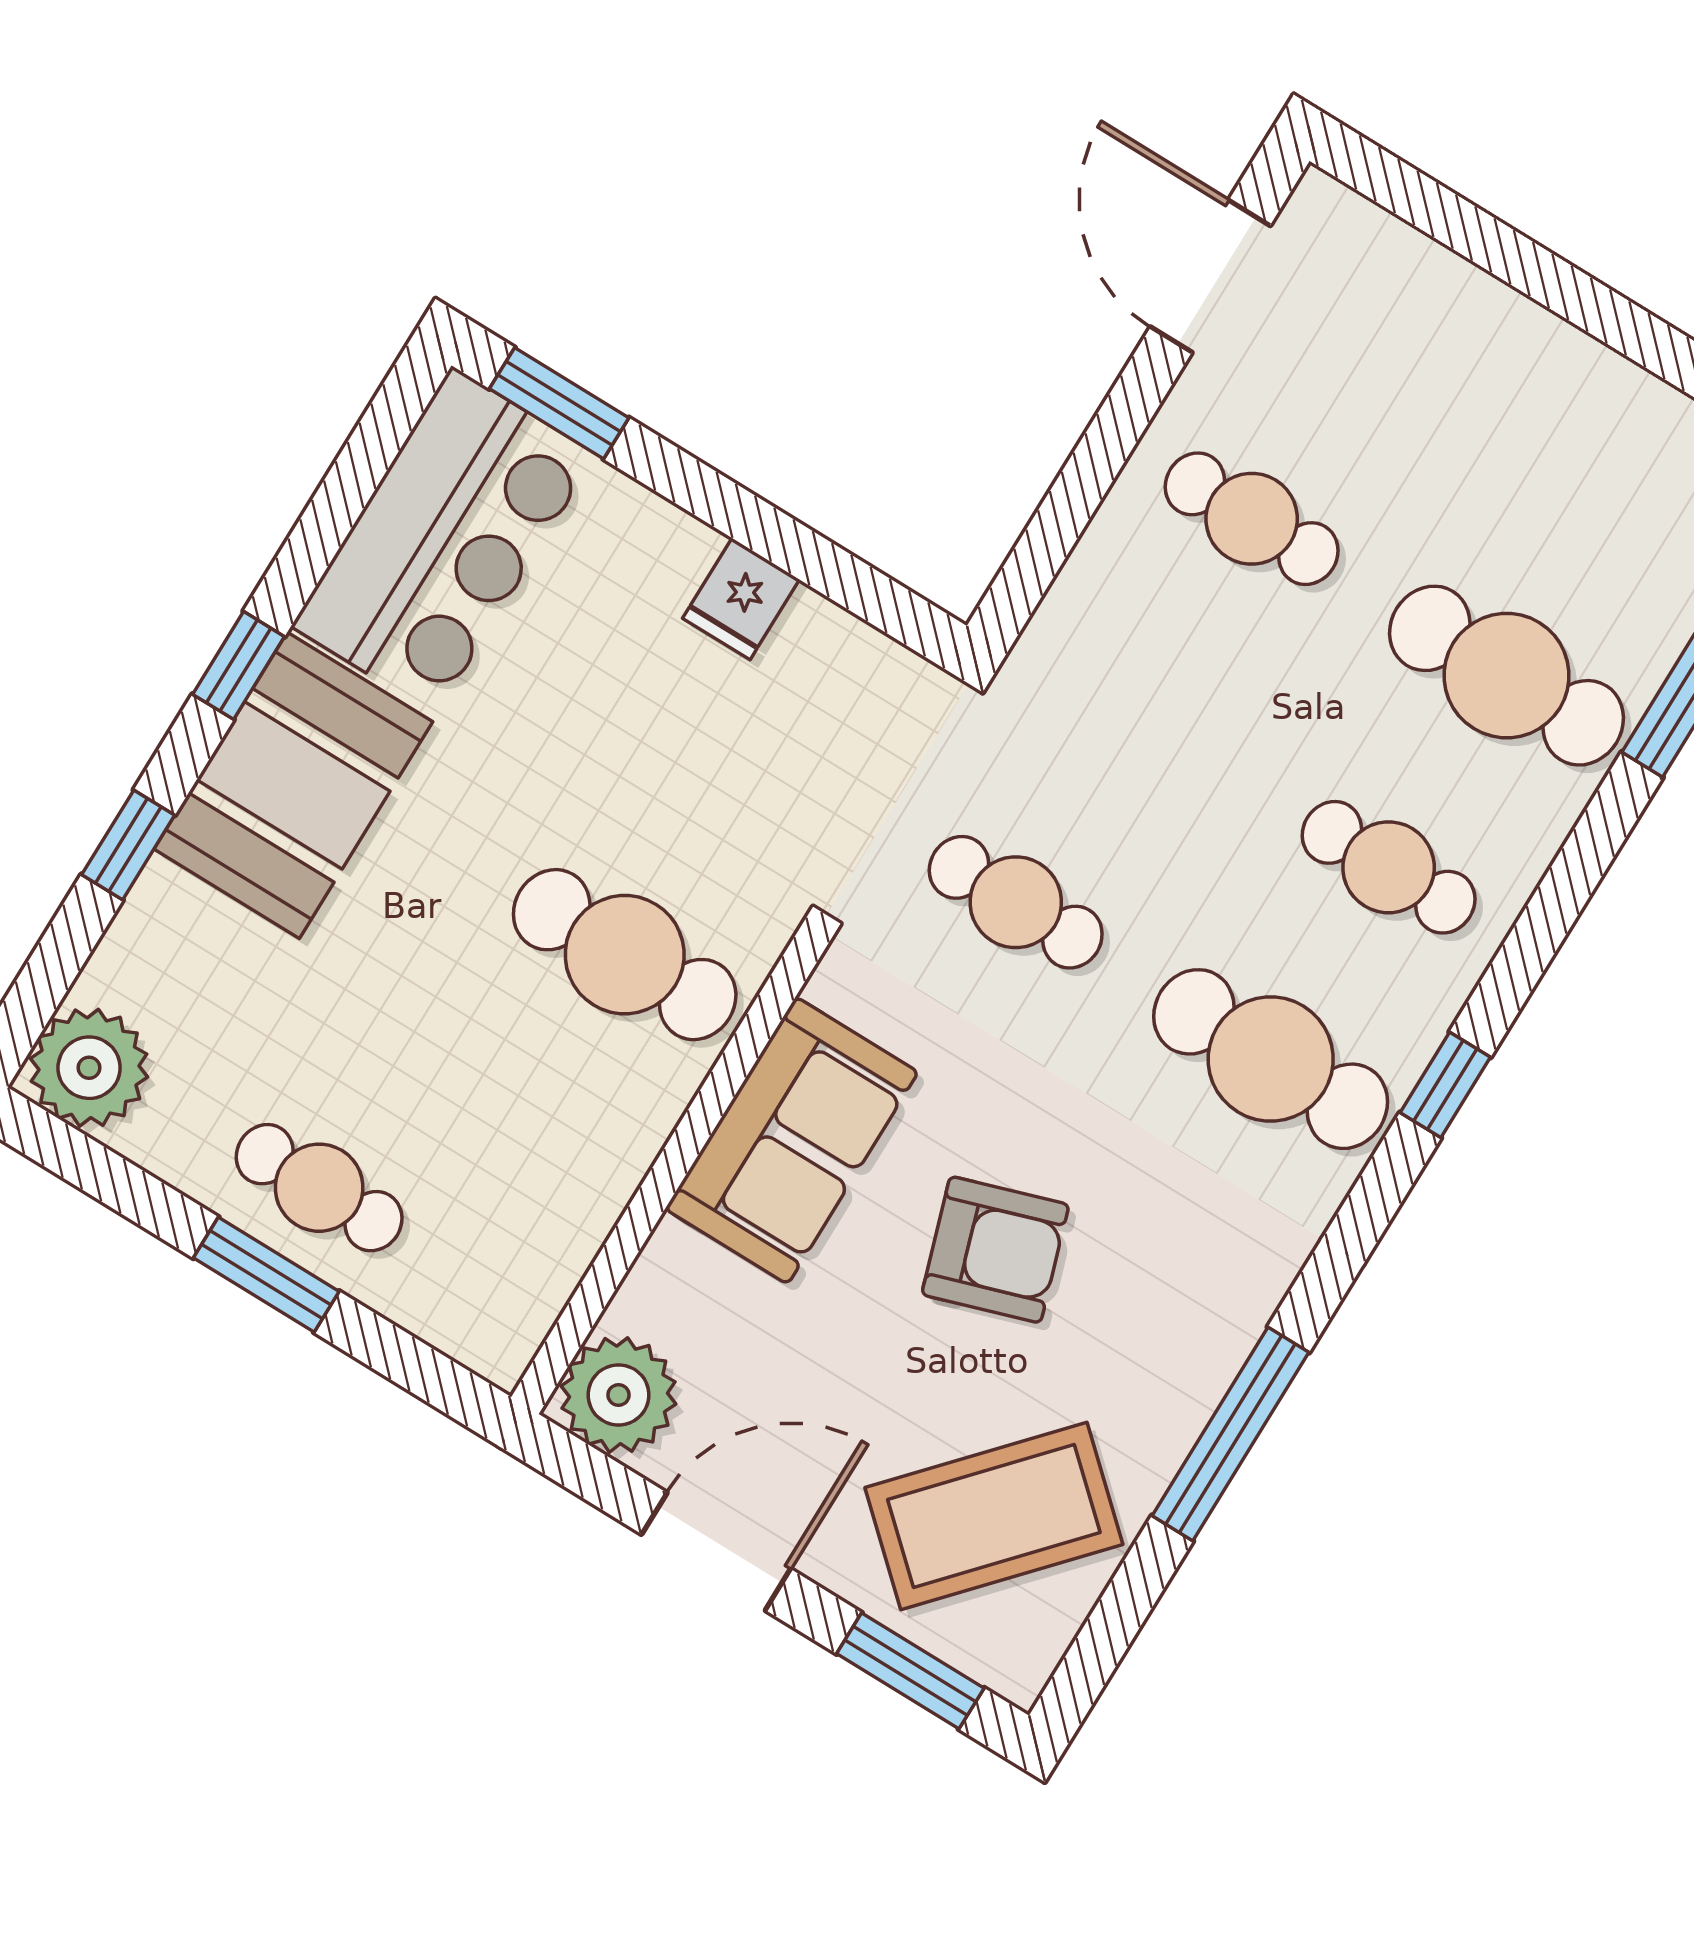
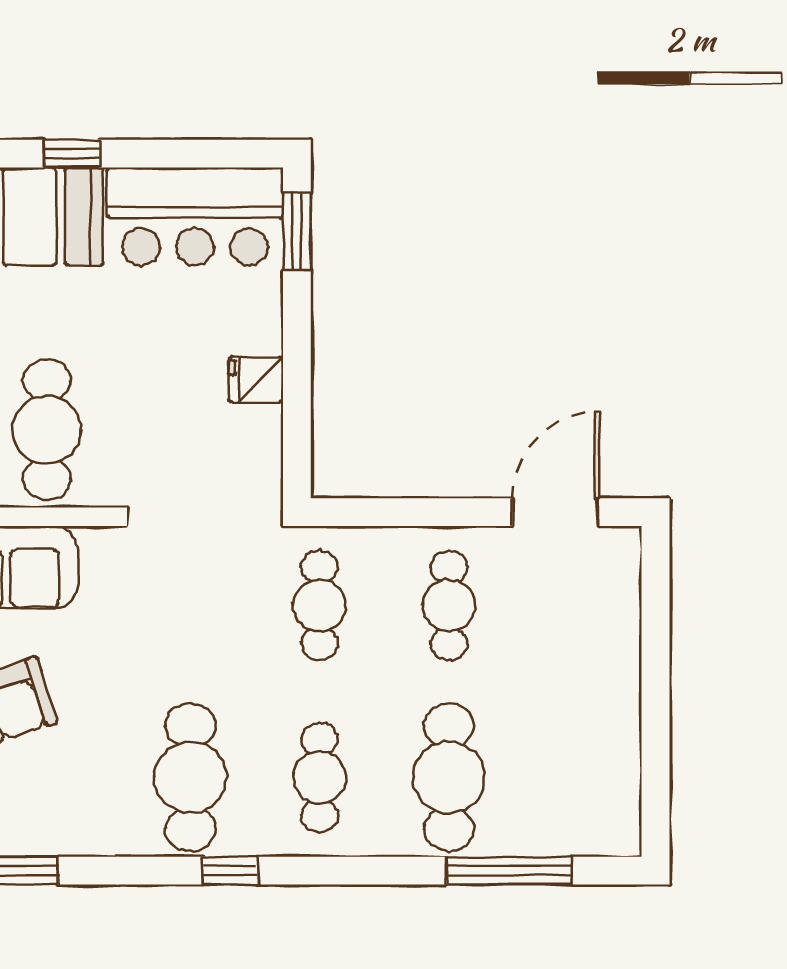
cafe table: (1016, 902) -> (320, 605), moved

